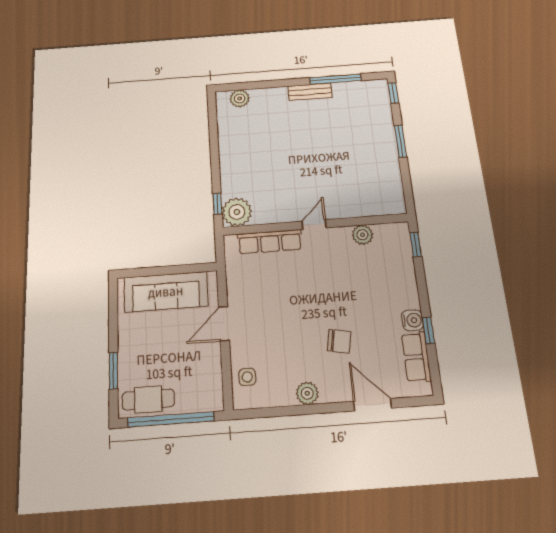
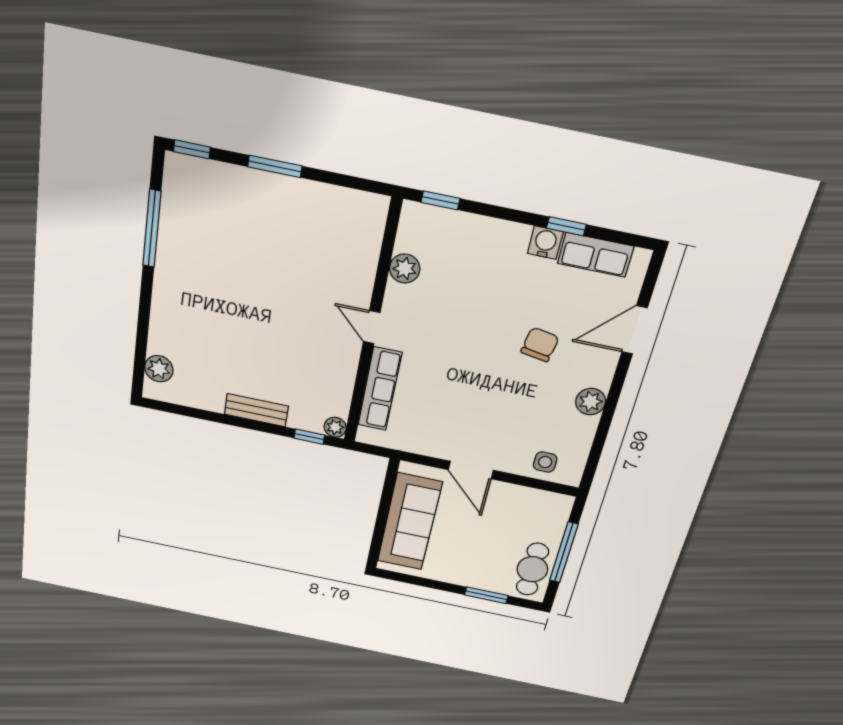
bench: (310, 92) -> (256, 410), moved, turned 90
plant: (237, 212) -> (335, 427), width x0.53, depth x0.53
window: (171, 419) -> (564, 552), width x0.68

